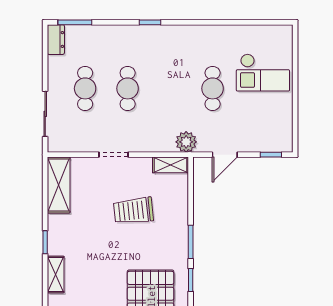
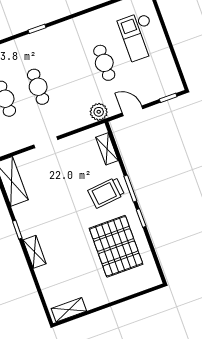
checkout: (263, 73) -> (139, 36), turned 90
door: (225, 155) -> (132, 111), swing flipped
shelving: (171, 165) -> (107, 149), moved, turned 90
trolley: (133, 211) -> (106, 193), moved

